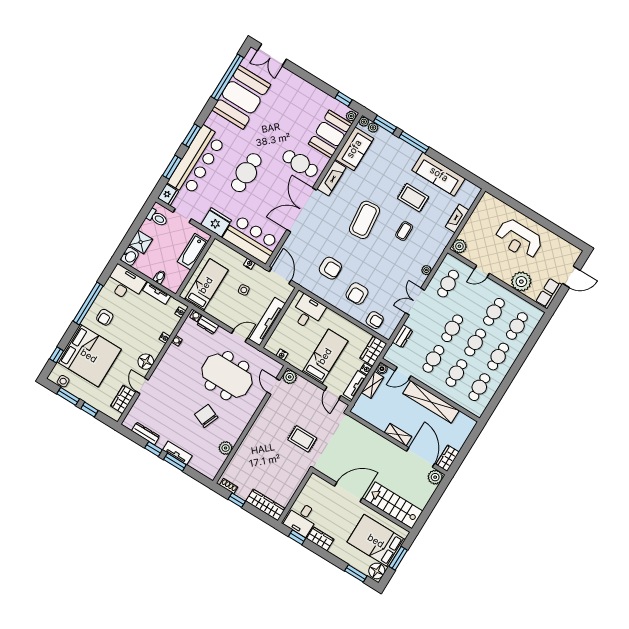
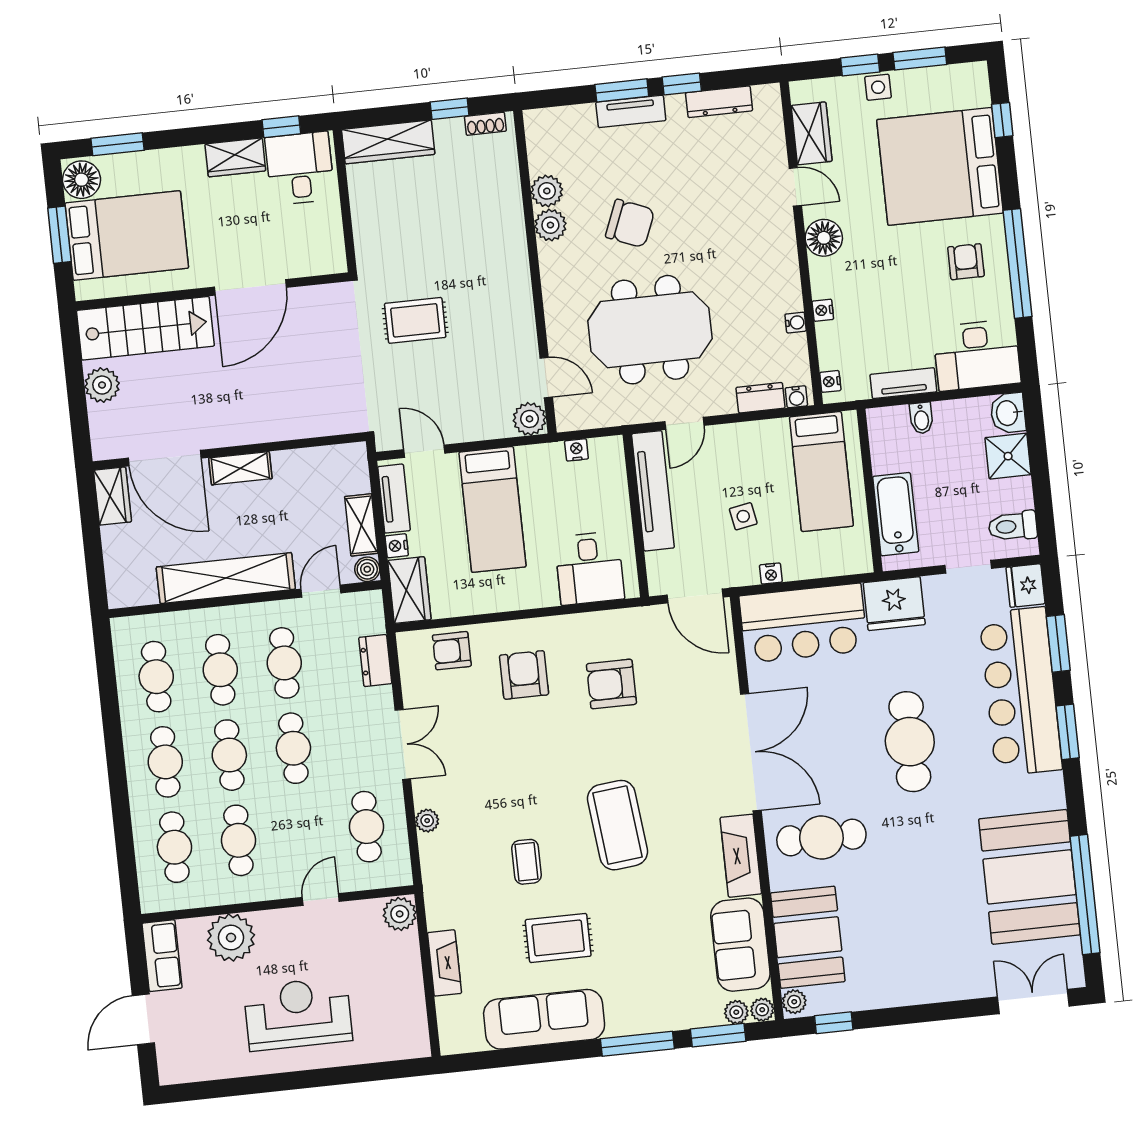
side table: (63, 381) -> (878, 87), moved
plant: (233, 436) -> (550, 225), added
plant: (435, 477) -> (102, 385), moved

